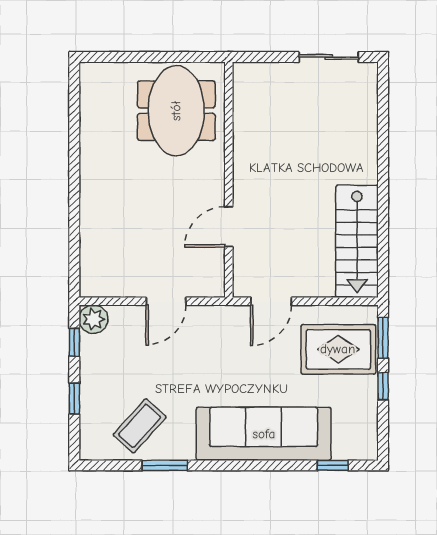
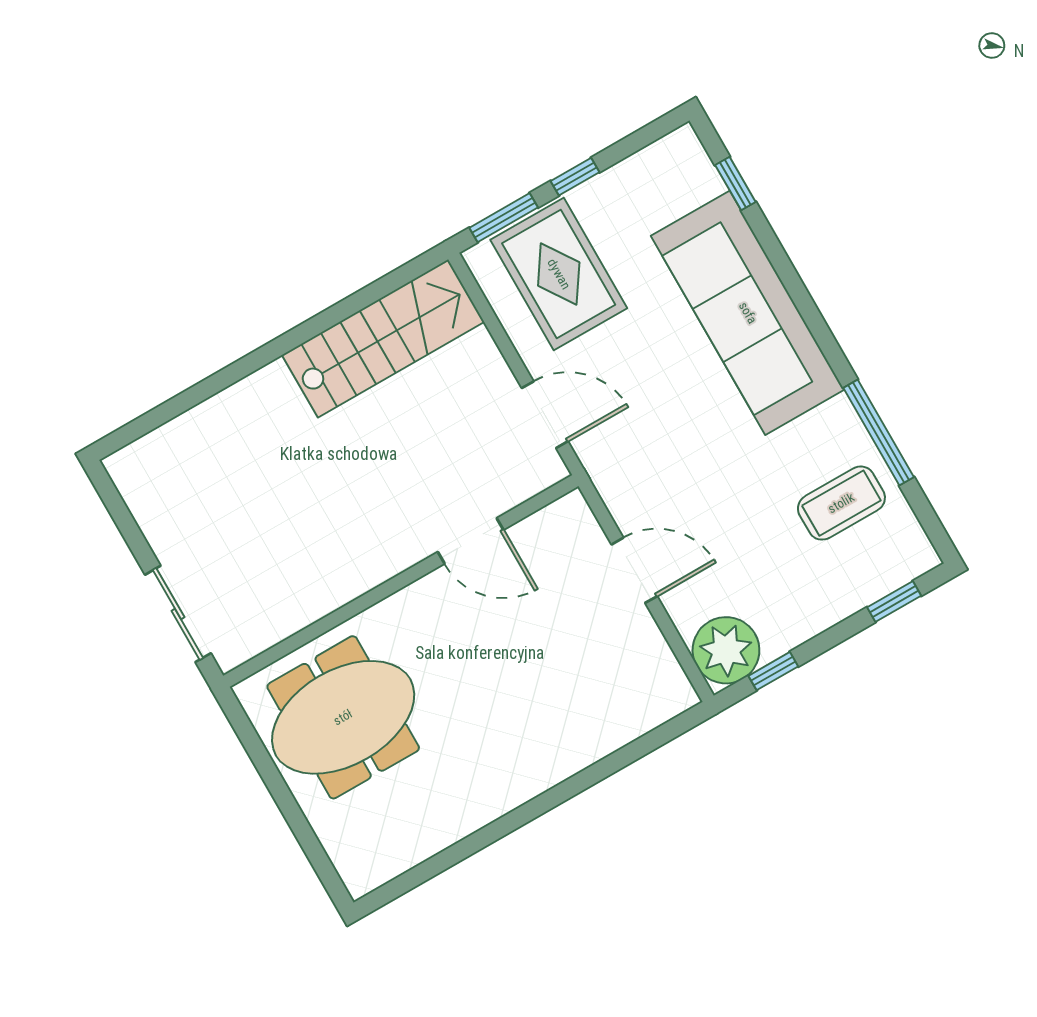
sliding door: (329, 57) -> (178, 614), moved
plant: (93, 319) -> (726, 650), width x1.36, depth x1.36
window: (74, 398) -> (894, 602), moved
coffee table: (140, 426) -> (841, 503), turned -42
window: (165, 465) -> (879, 433), width x1.44

